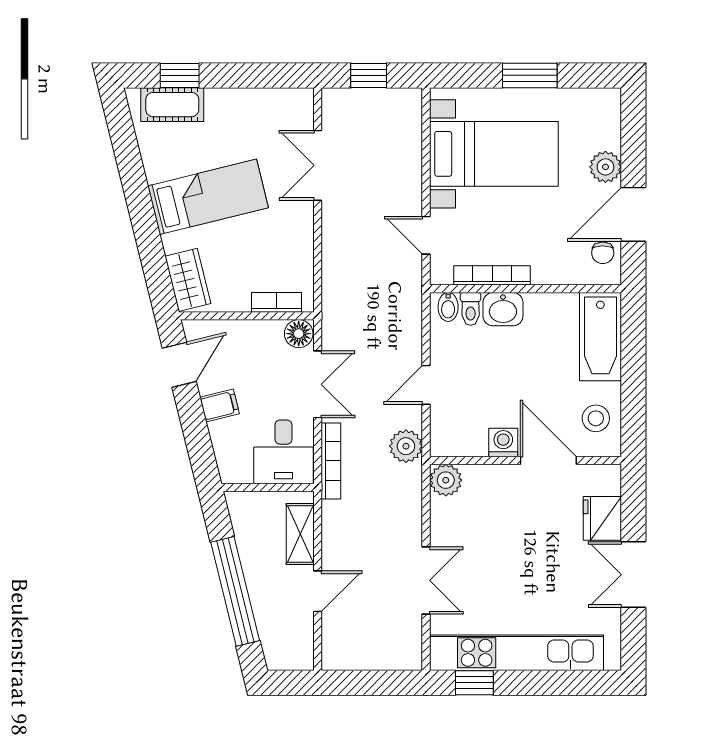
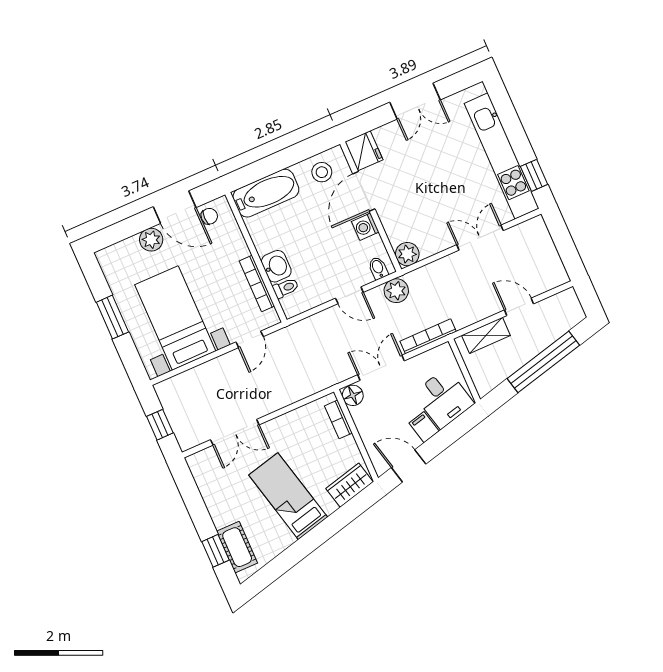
bidet: (448, 307) -> (378, 268), moved, turned -90
desk: (283, 452) -> (443, 398), moved, turned 76
fridge: (602, 518) -> (364, 151), moved, turned -90

